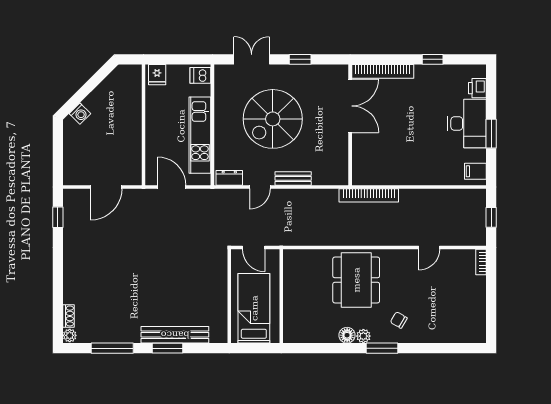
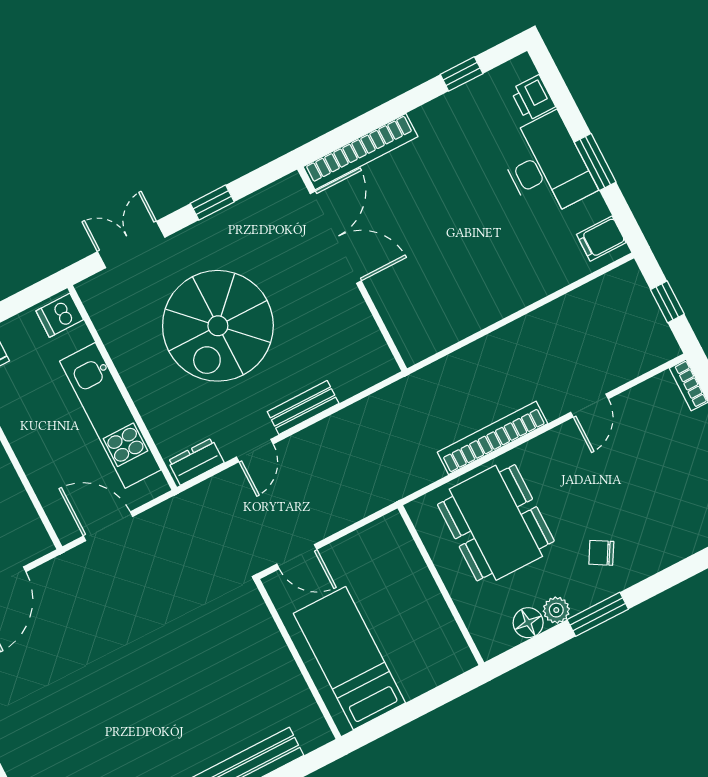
window: (433, 59) -> (462, 74), moved
bookcase: (369, 195) -> (492, 438), moved, turned 180
wall: (281, 296) -> (441, 585), moved

